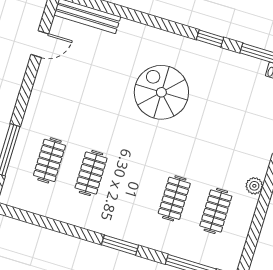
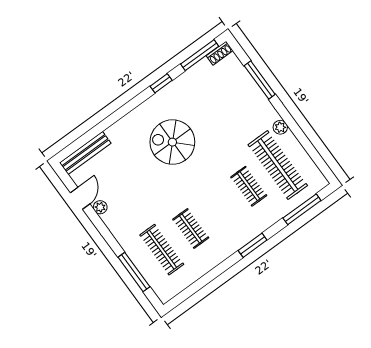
plant: (46, 70) -> (100, 207), added
clothes rail: (49, 160) -> (162, 250), width x1.36
clothes rail: (216, 211) -> (278, 165), width x1.86, depth x1.31

